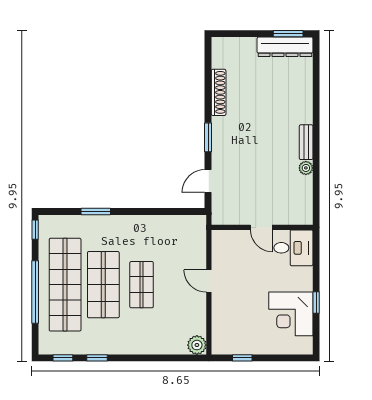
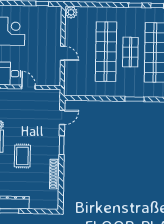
rug: (269, 120) -> (22, 156), added
shop shelf: (103, 285) -> (130, 52), width x0.70, depth x0.74
shop shelf: (142, 285) -> (106, 52), width x2.00, depth x1.36

